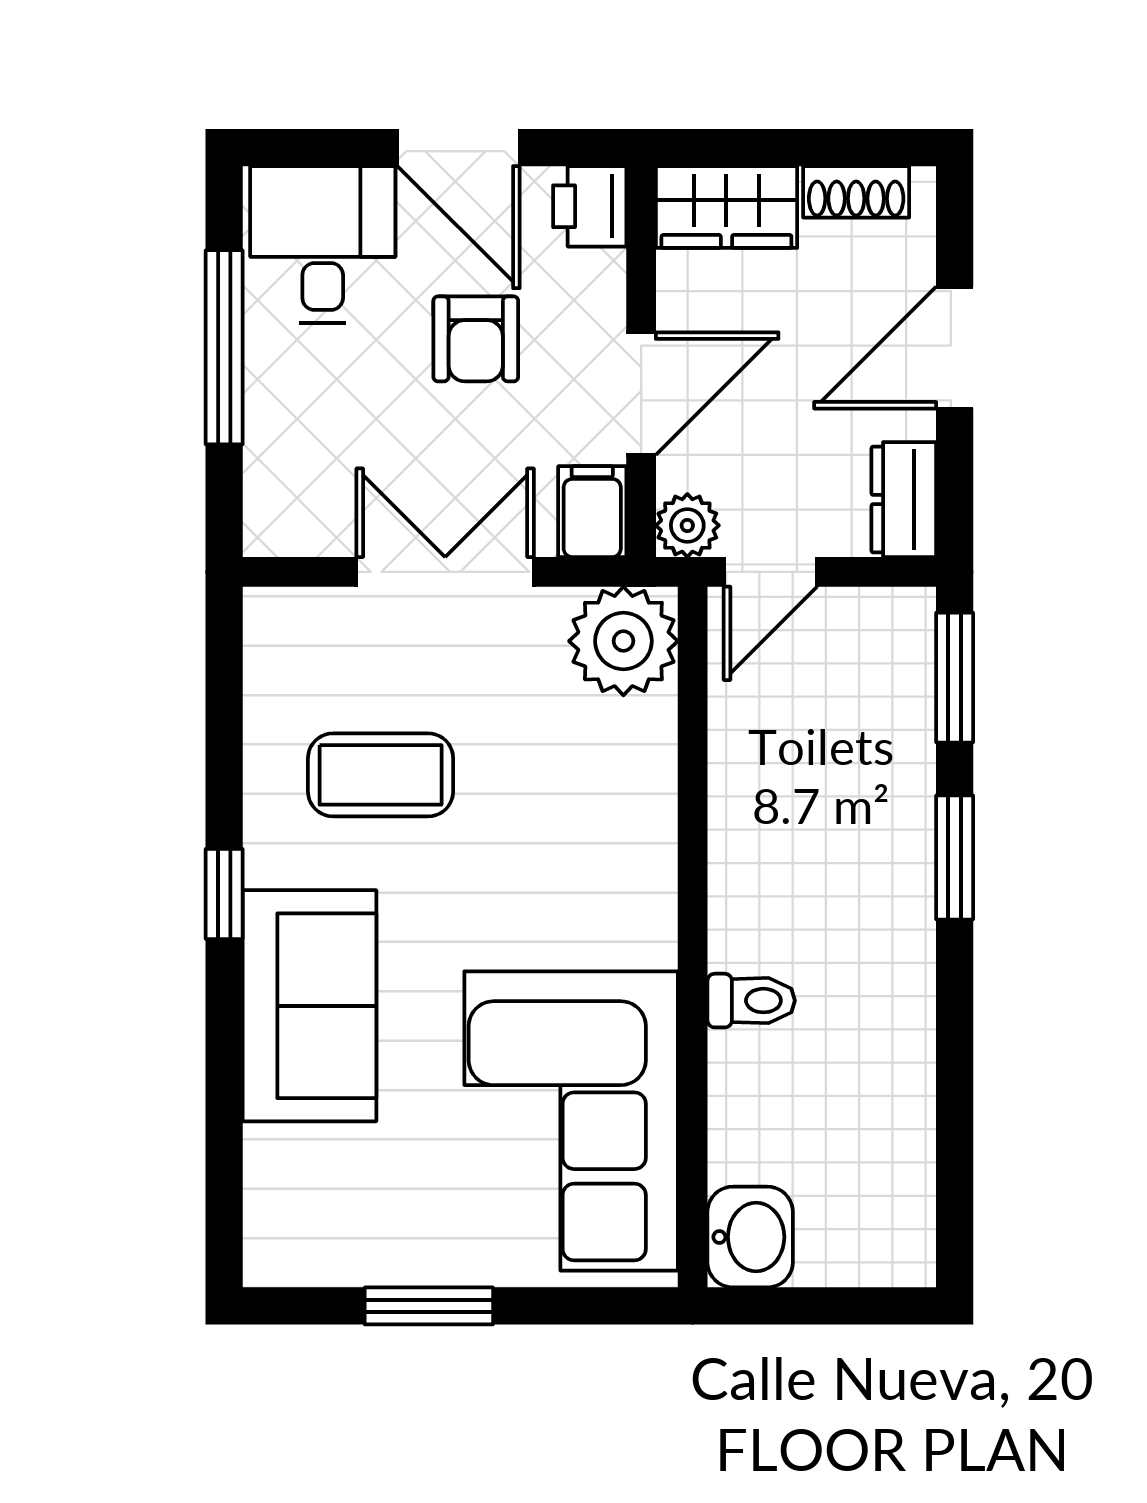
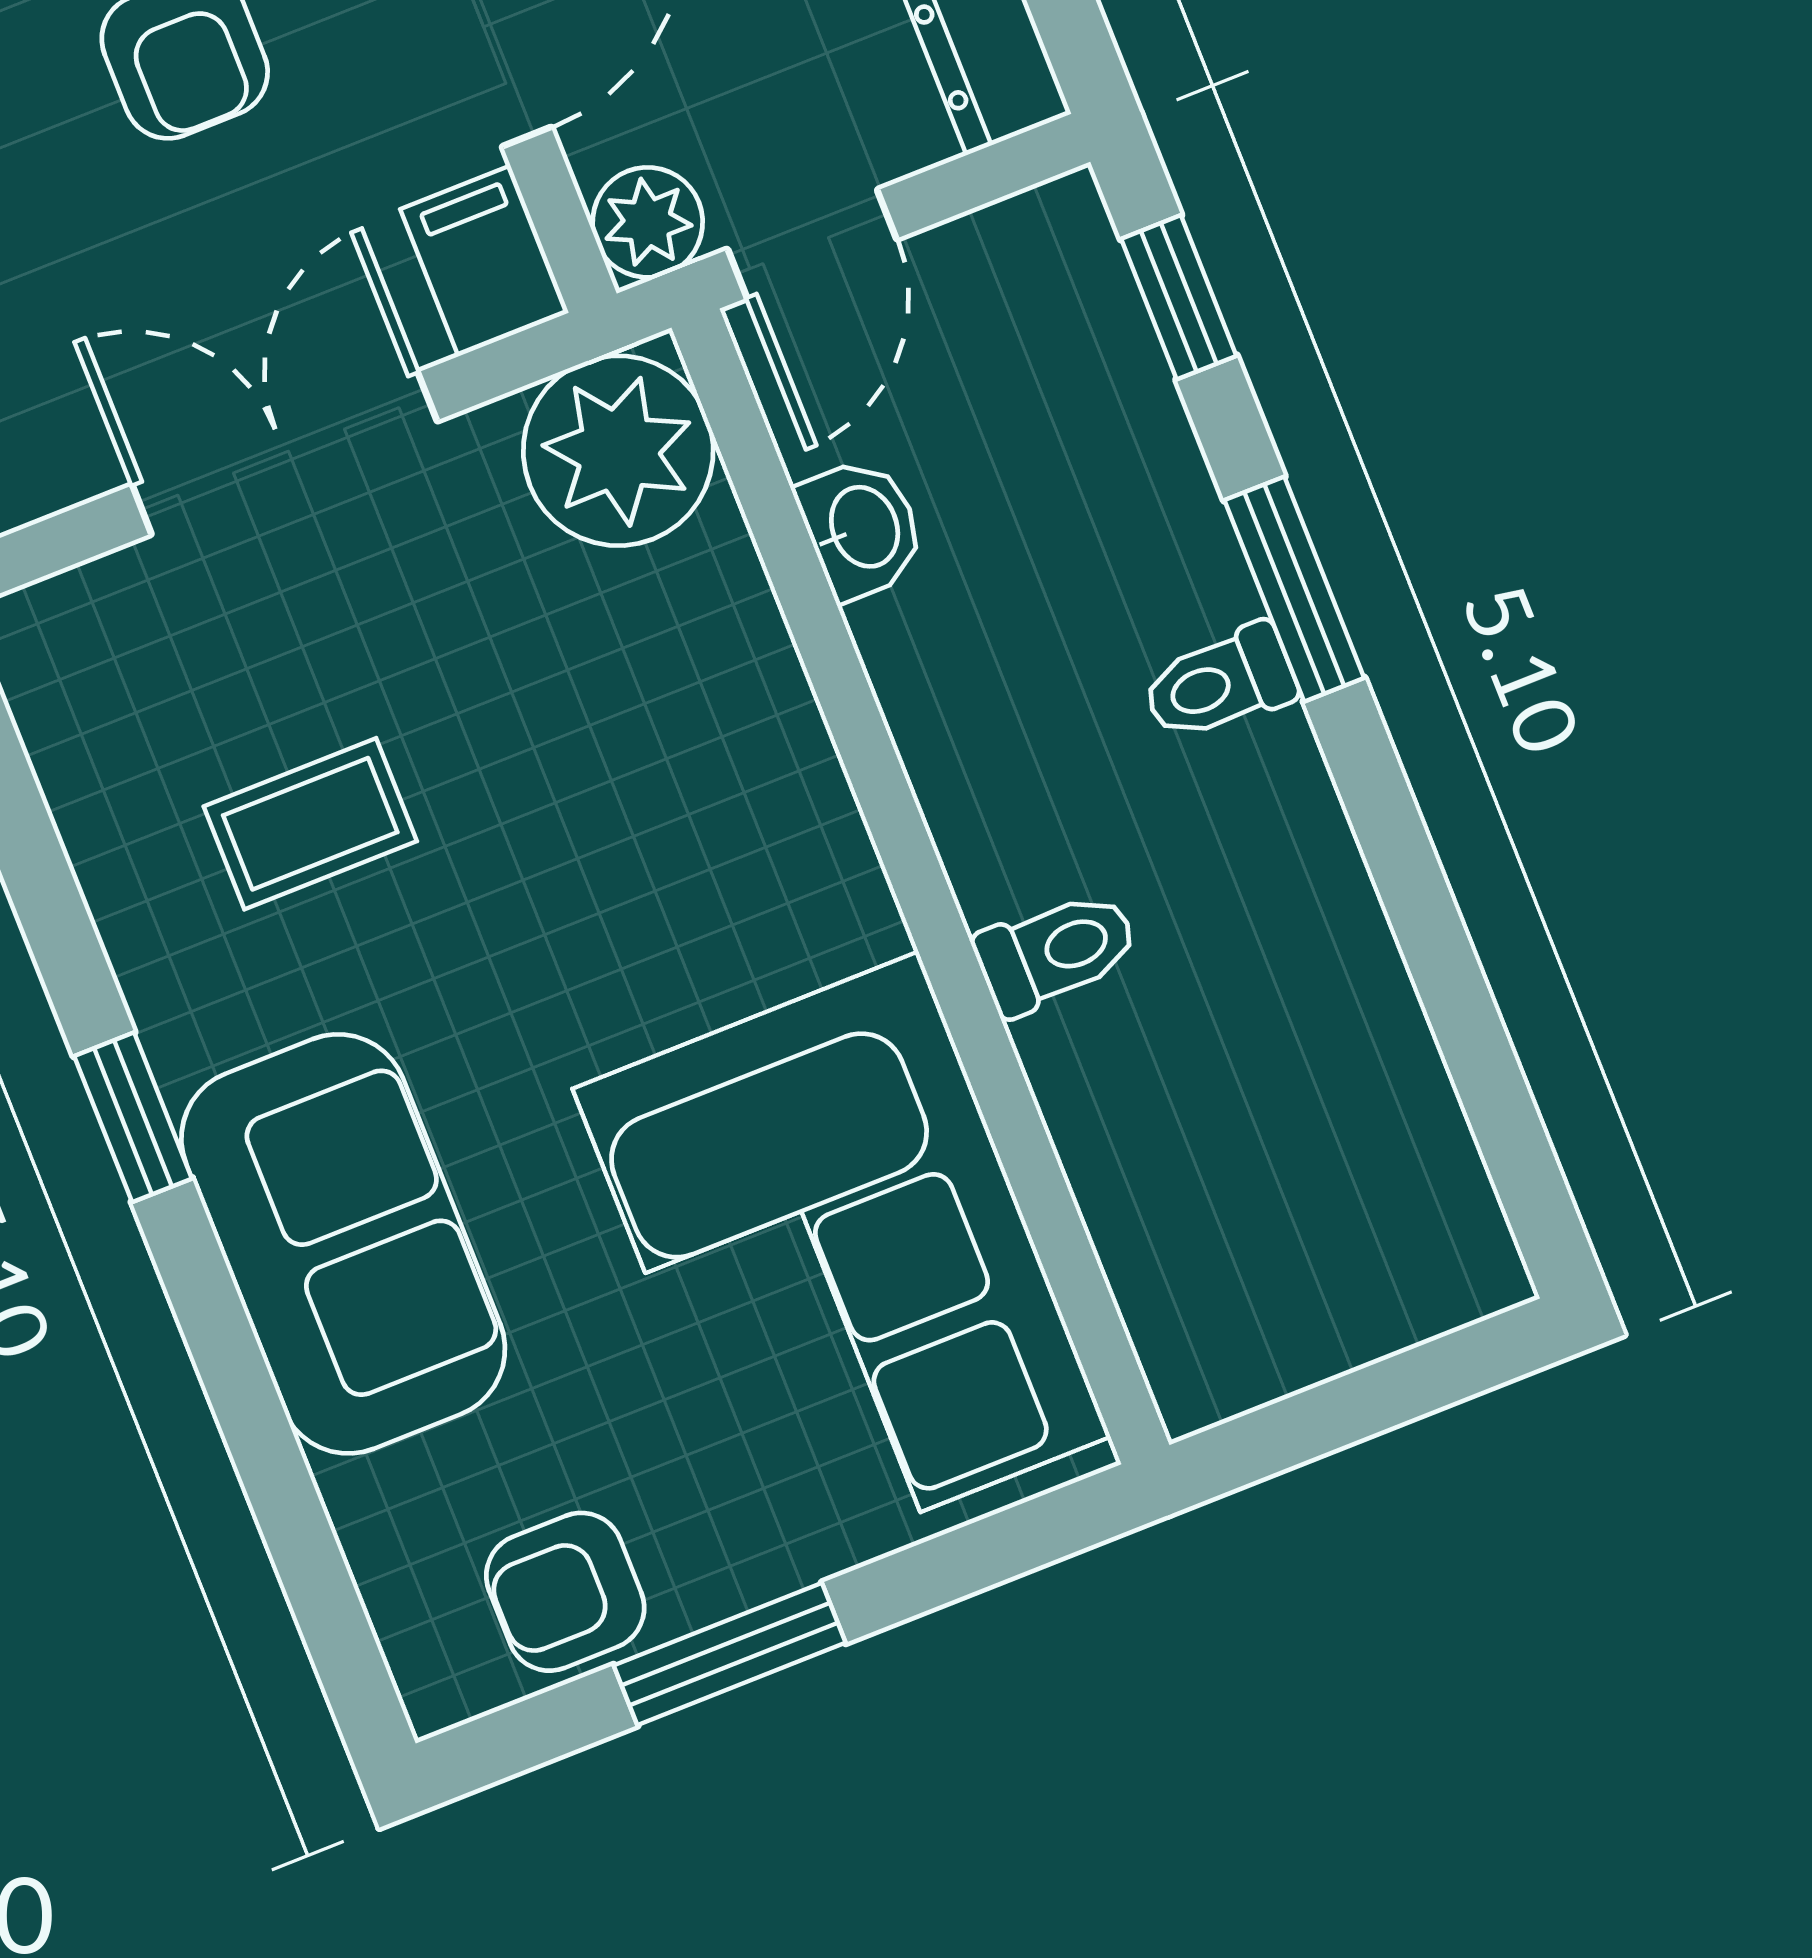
window: (955, 678) -> (1179, 297), width x0.67
coffee table: (381, 775) -> (310, 824), width x0.73, depth x0.77
toilet: (895, 892) -> (1219, 683), added
washbasin: (750, 1237) -> (862, 528), moved, width x0.72, depth x0.69
armchair: (354, 1238) -> (565, 1592), added

